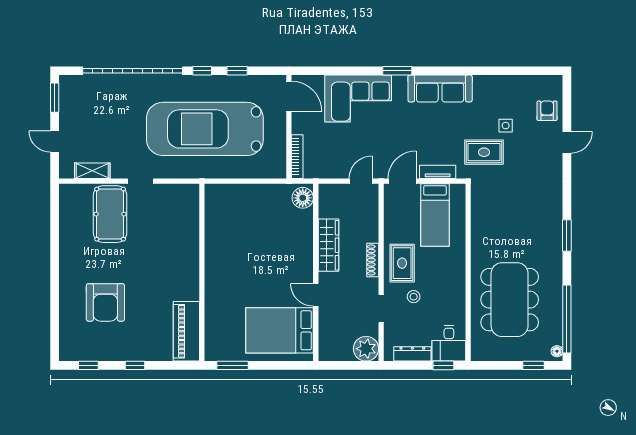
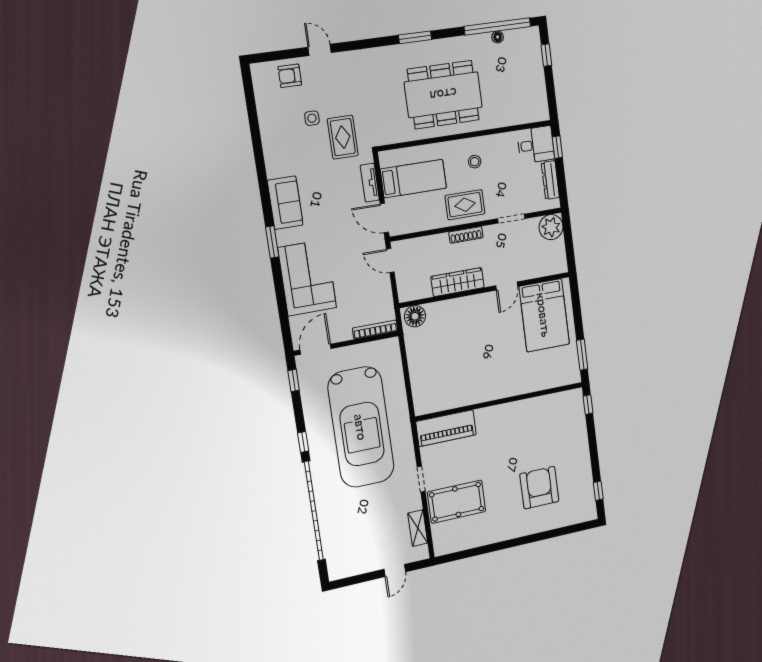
window: (237, 71) -> (294, 380), moved
sofa: (440, 88) -> (285, 203), width x0.73
window: (55, 98) -> (352, 581), removed
stool: (414, 297) -> (475, 162), moved
dining table: (510, 300) -> (443, 95), moved
armchair: (105, 302) -> (539, 488), turned -90
piano: (186, 331) -> (446, 428), moved
floor lamp: (557, 351) -> (498, 37), moved
window: (135, 365) -> (588, 405), moved

